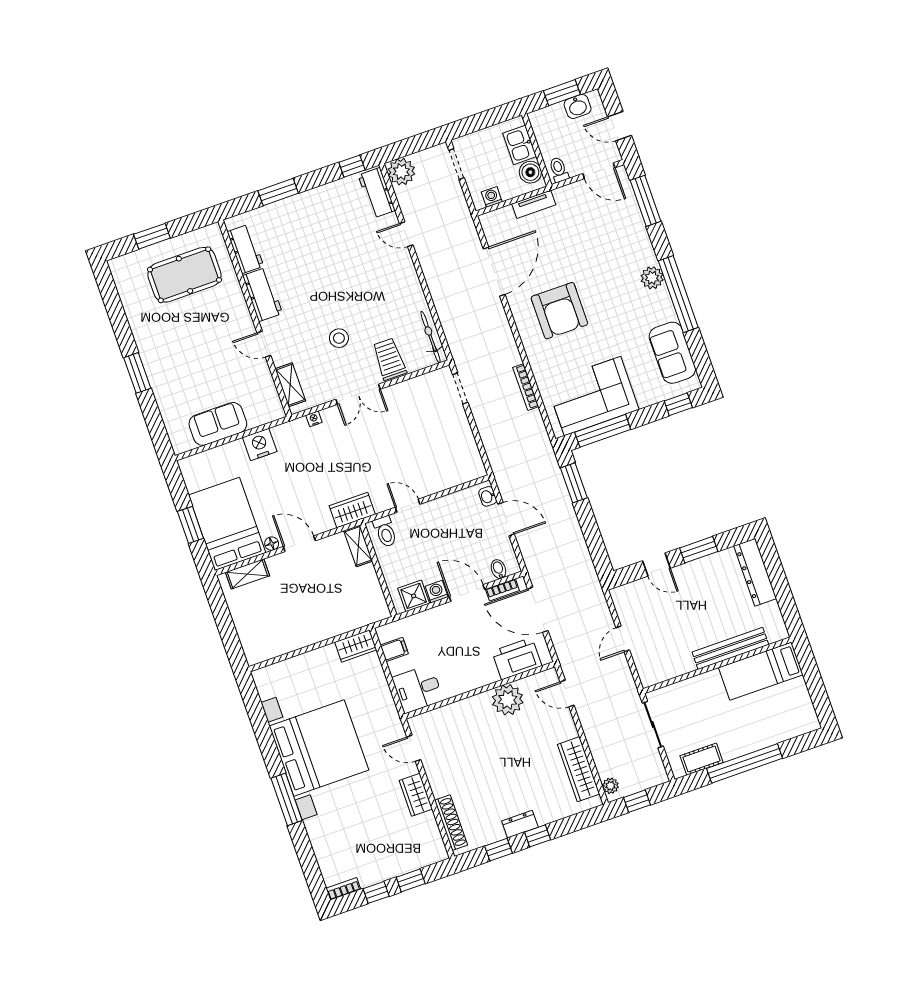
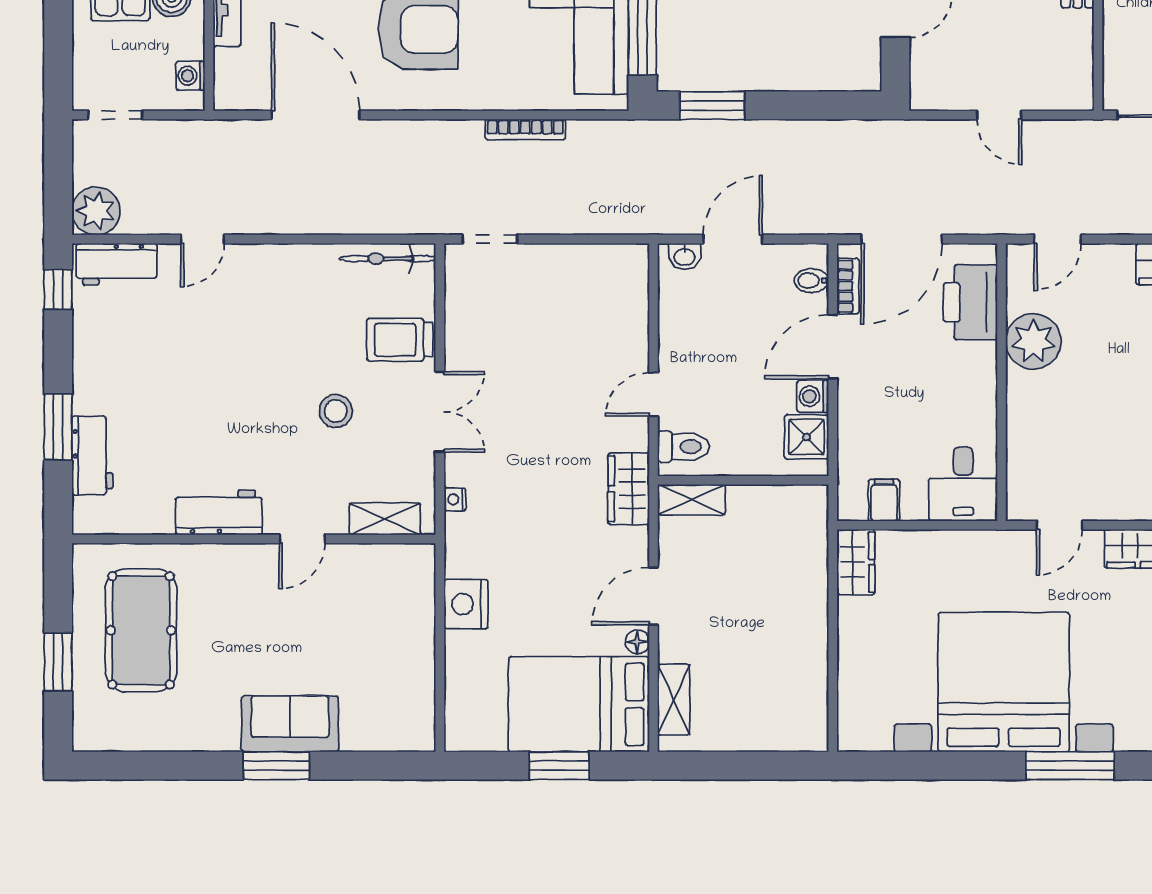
workbench: (245, 249) -> (92, 456), moved, turned 90
sofa: (218, 424) -> (290, 724), moved, turned 90

